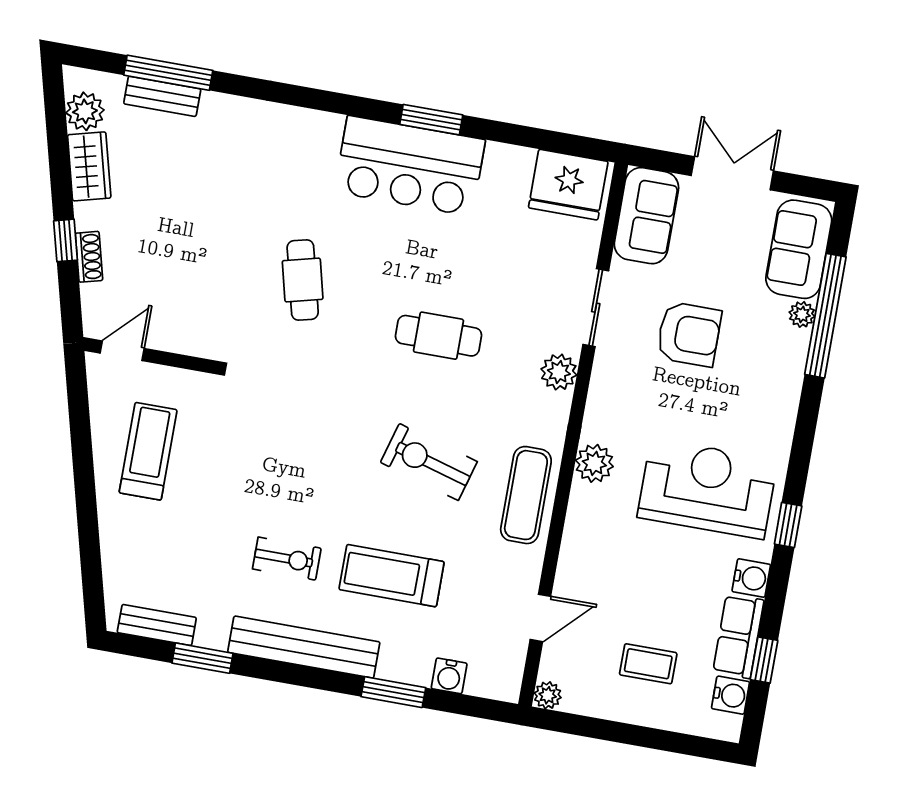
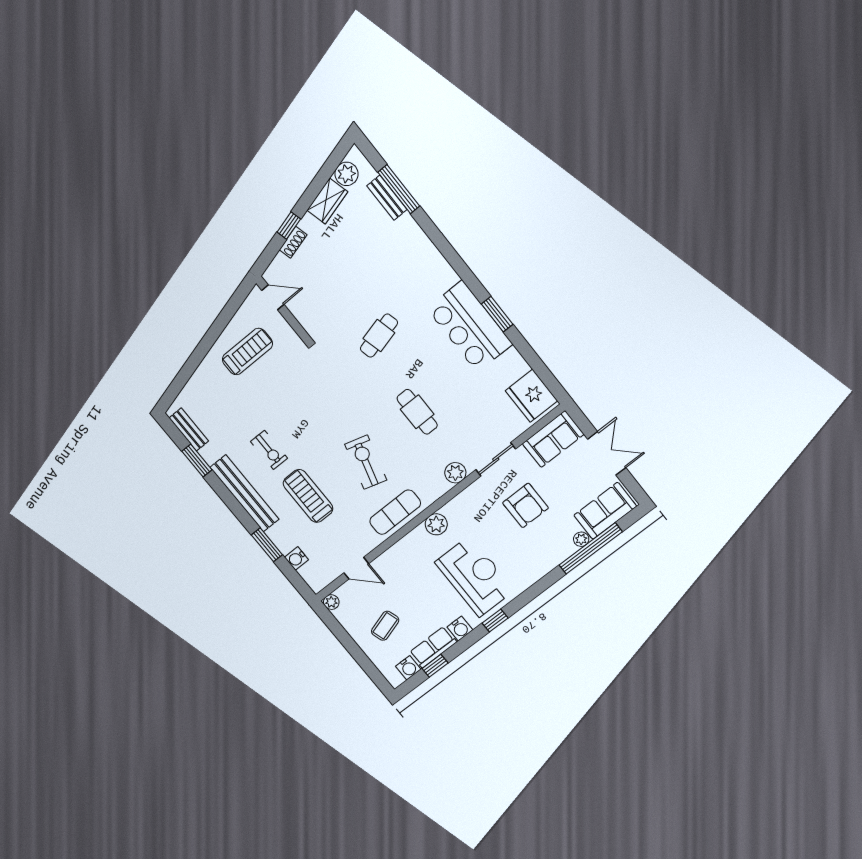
coffee table: (648, 664) -> (385, 626), turned 73

